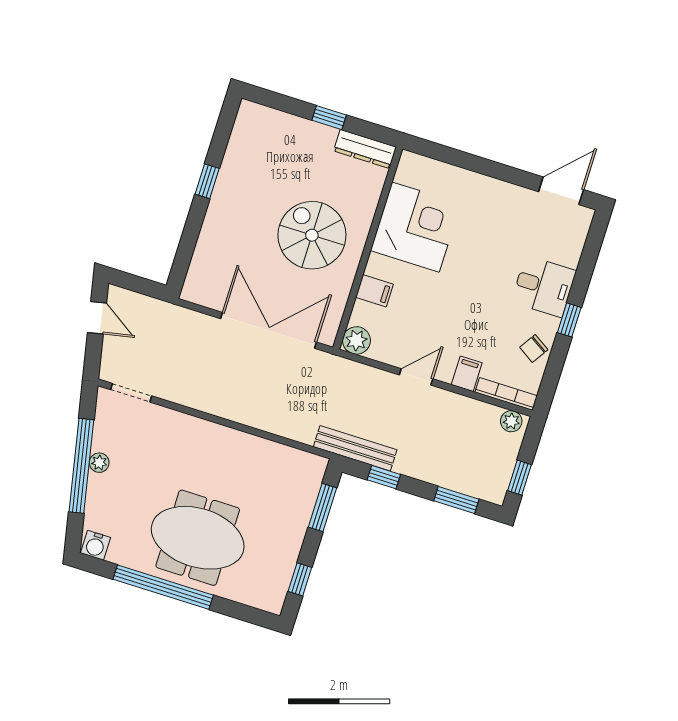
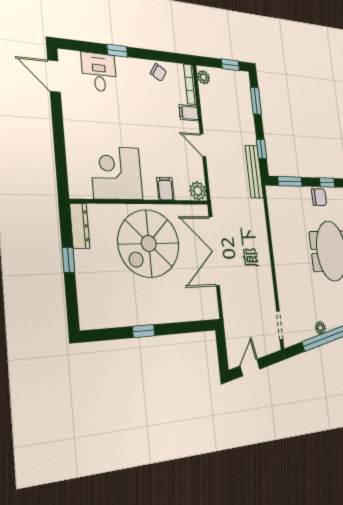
spiral stairs: (312, 235) -> (149, 243), width x1.37, depth x1.37
desk: (544, 286) -> (99, 72), moved
window: (569, 320) -> (117, 51), moved
chair: (283, 552) -> (319, 197), added

